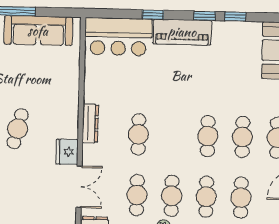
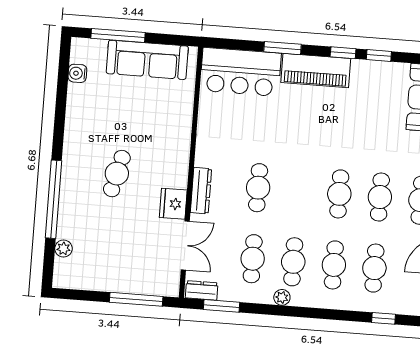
window: (153, 15) -> (283, 48), width x1.50
dresser: (90, 123) -> (201, 191), moved

